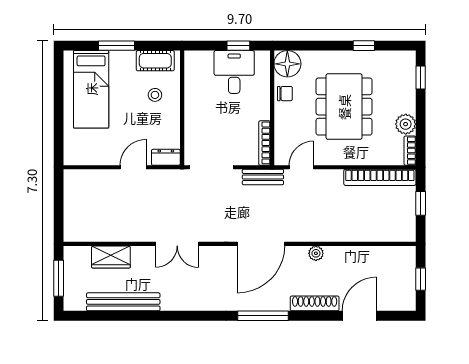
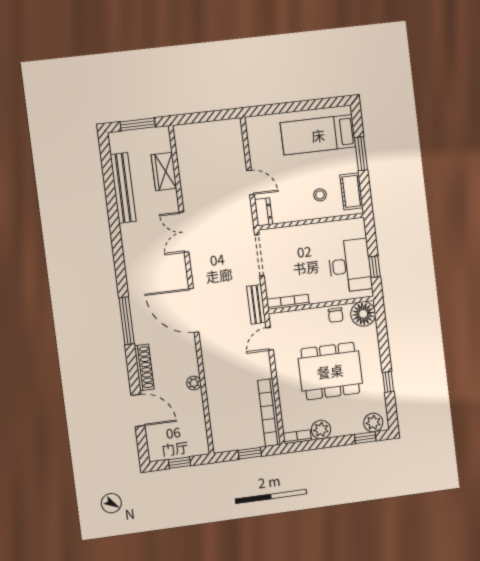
plant: (406, 67) -> (373, 423), added
desk: (234, 72) -> (350, 266), width x1.37
door: (301, 167) -> (270, 339), swing flipped
plant: (316, 253) -> (194, 383), moved

